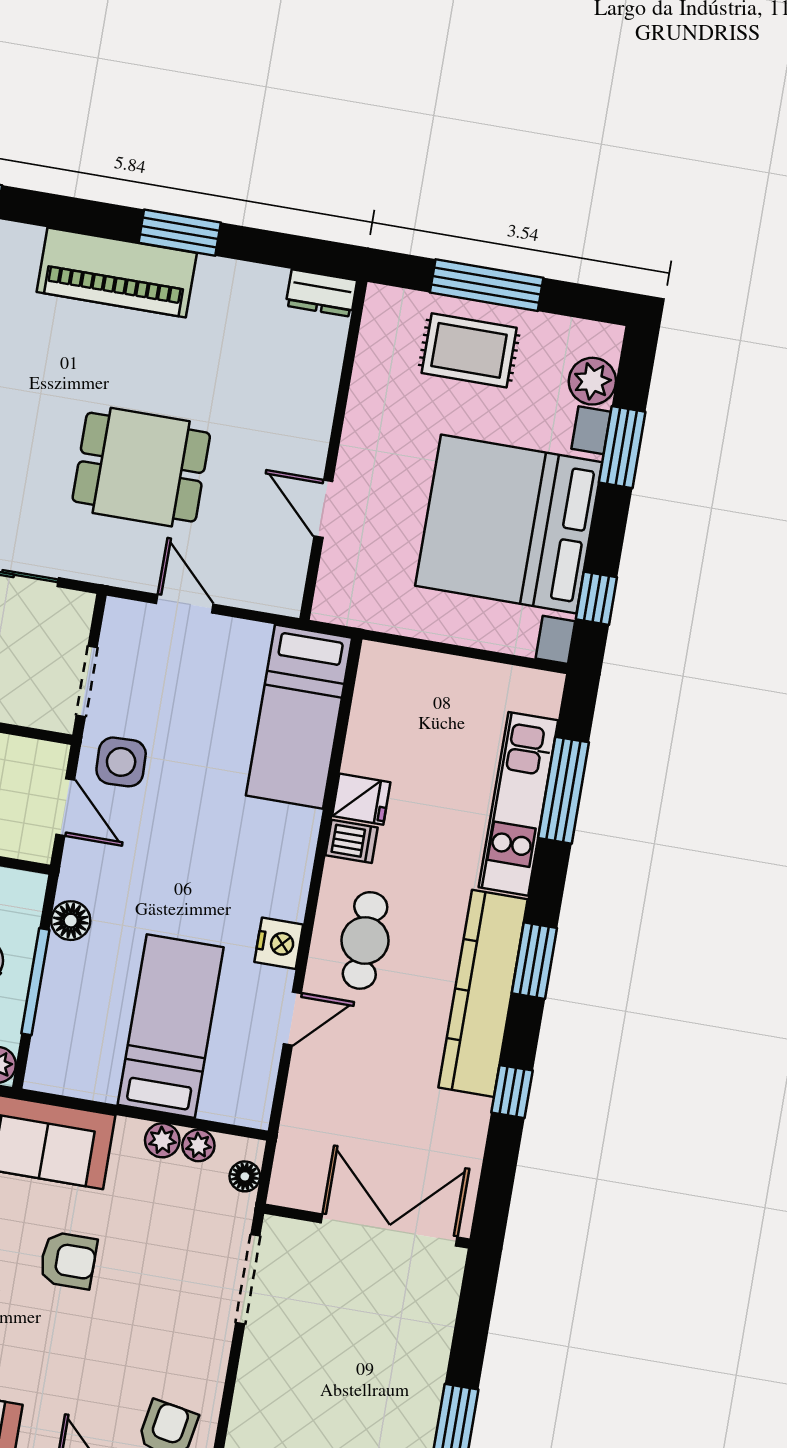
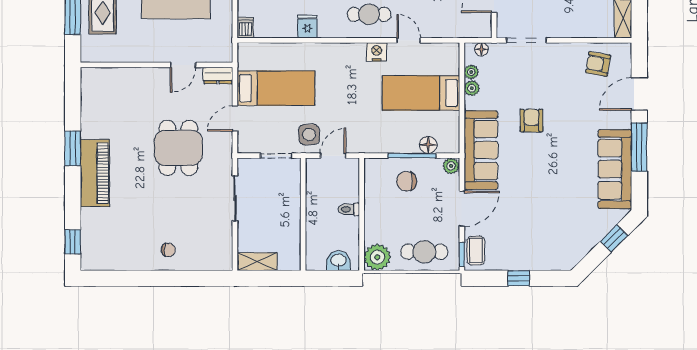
dresser: (321, 293) -> (218, 75), moved, turned 90
bed: (299, 717) -> (276, 88), moved
dishwasher: (352, 841) -> (245, 28), moved
floor lamp: (71, 921) -> (428, 145), moved

